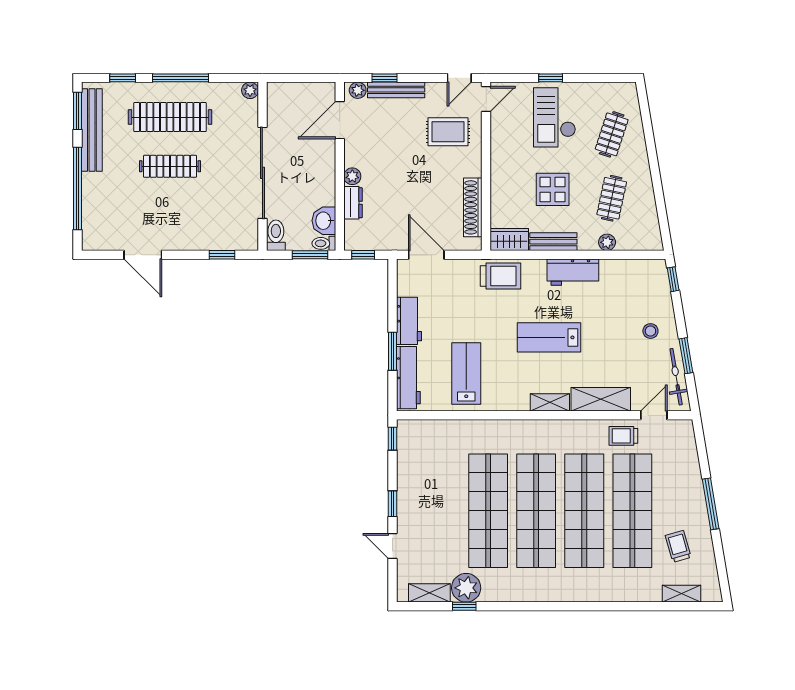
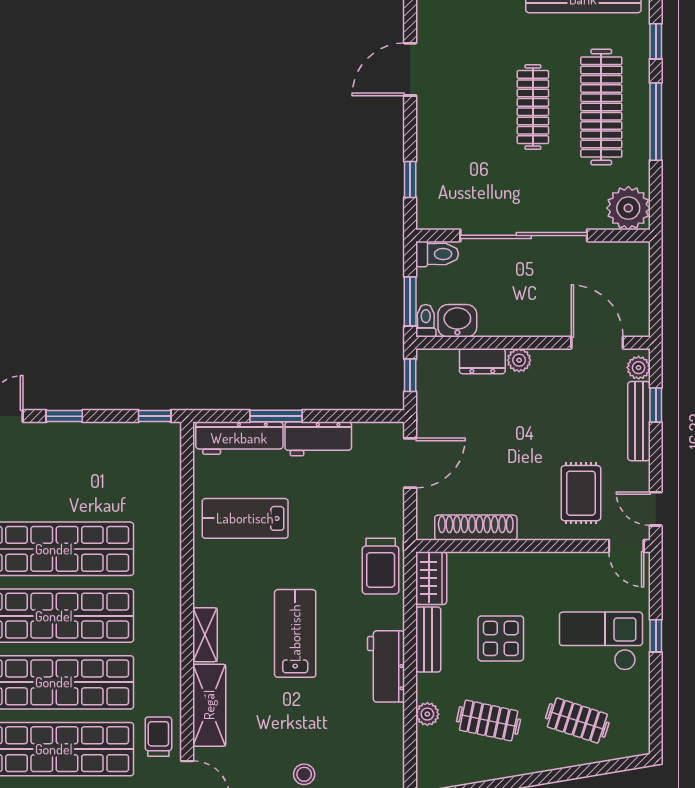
plant: (250, 90) -> (628, 208), width x1.87, depth x1.87
lab bench: (466, 373) -> (245, 518), turned 180

